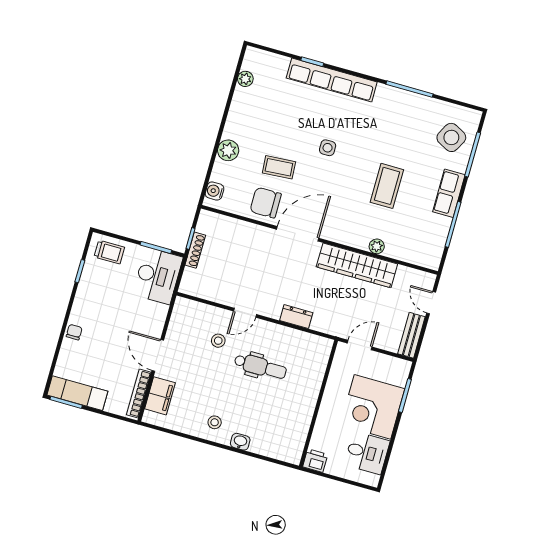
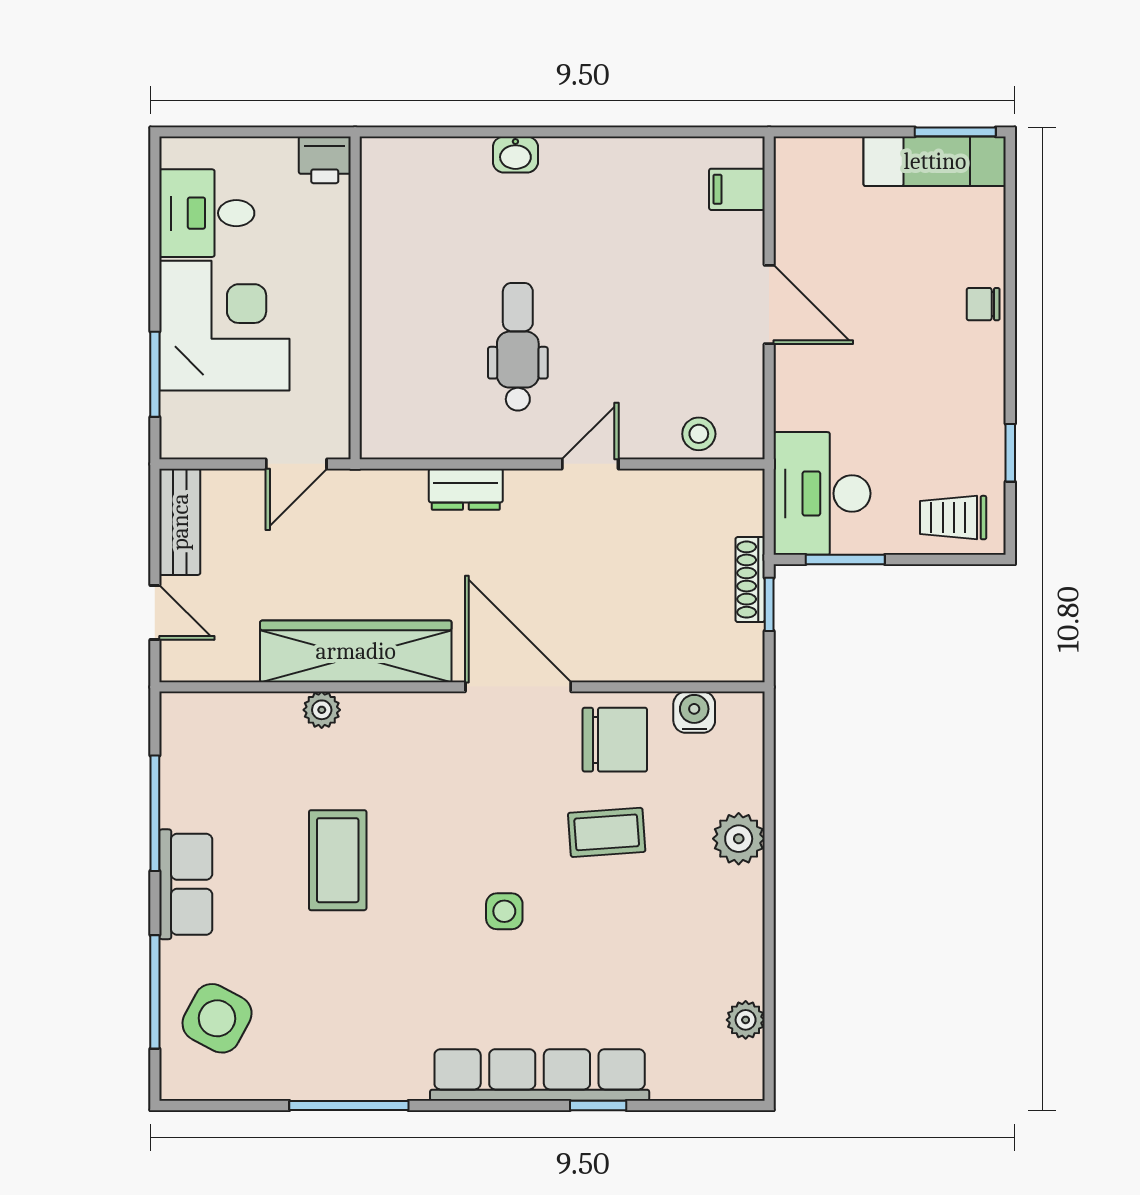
water cooler: (215, 191) -> (694, 712), moved, turned -90
door: (298, 234) -> (518, 687), swing flipped
chair: (74, 332) -> (983, 304), turned 90
stool: (218, 341) -> (699, 434), moved
dental chair: (260, 366) -> (518, 347), turned 90
bookcase: (139, 394) -> (789, 201), removed
filing cabinet: (160, 396) -> (737, 189), width x0.50
stool: (215, 422) -> (589, 184), removed

